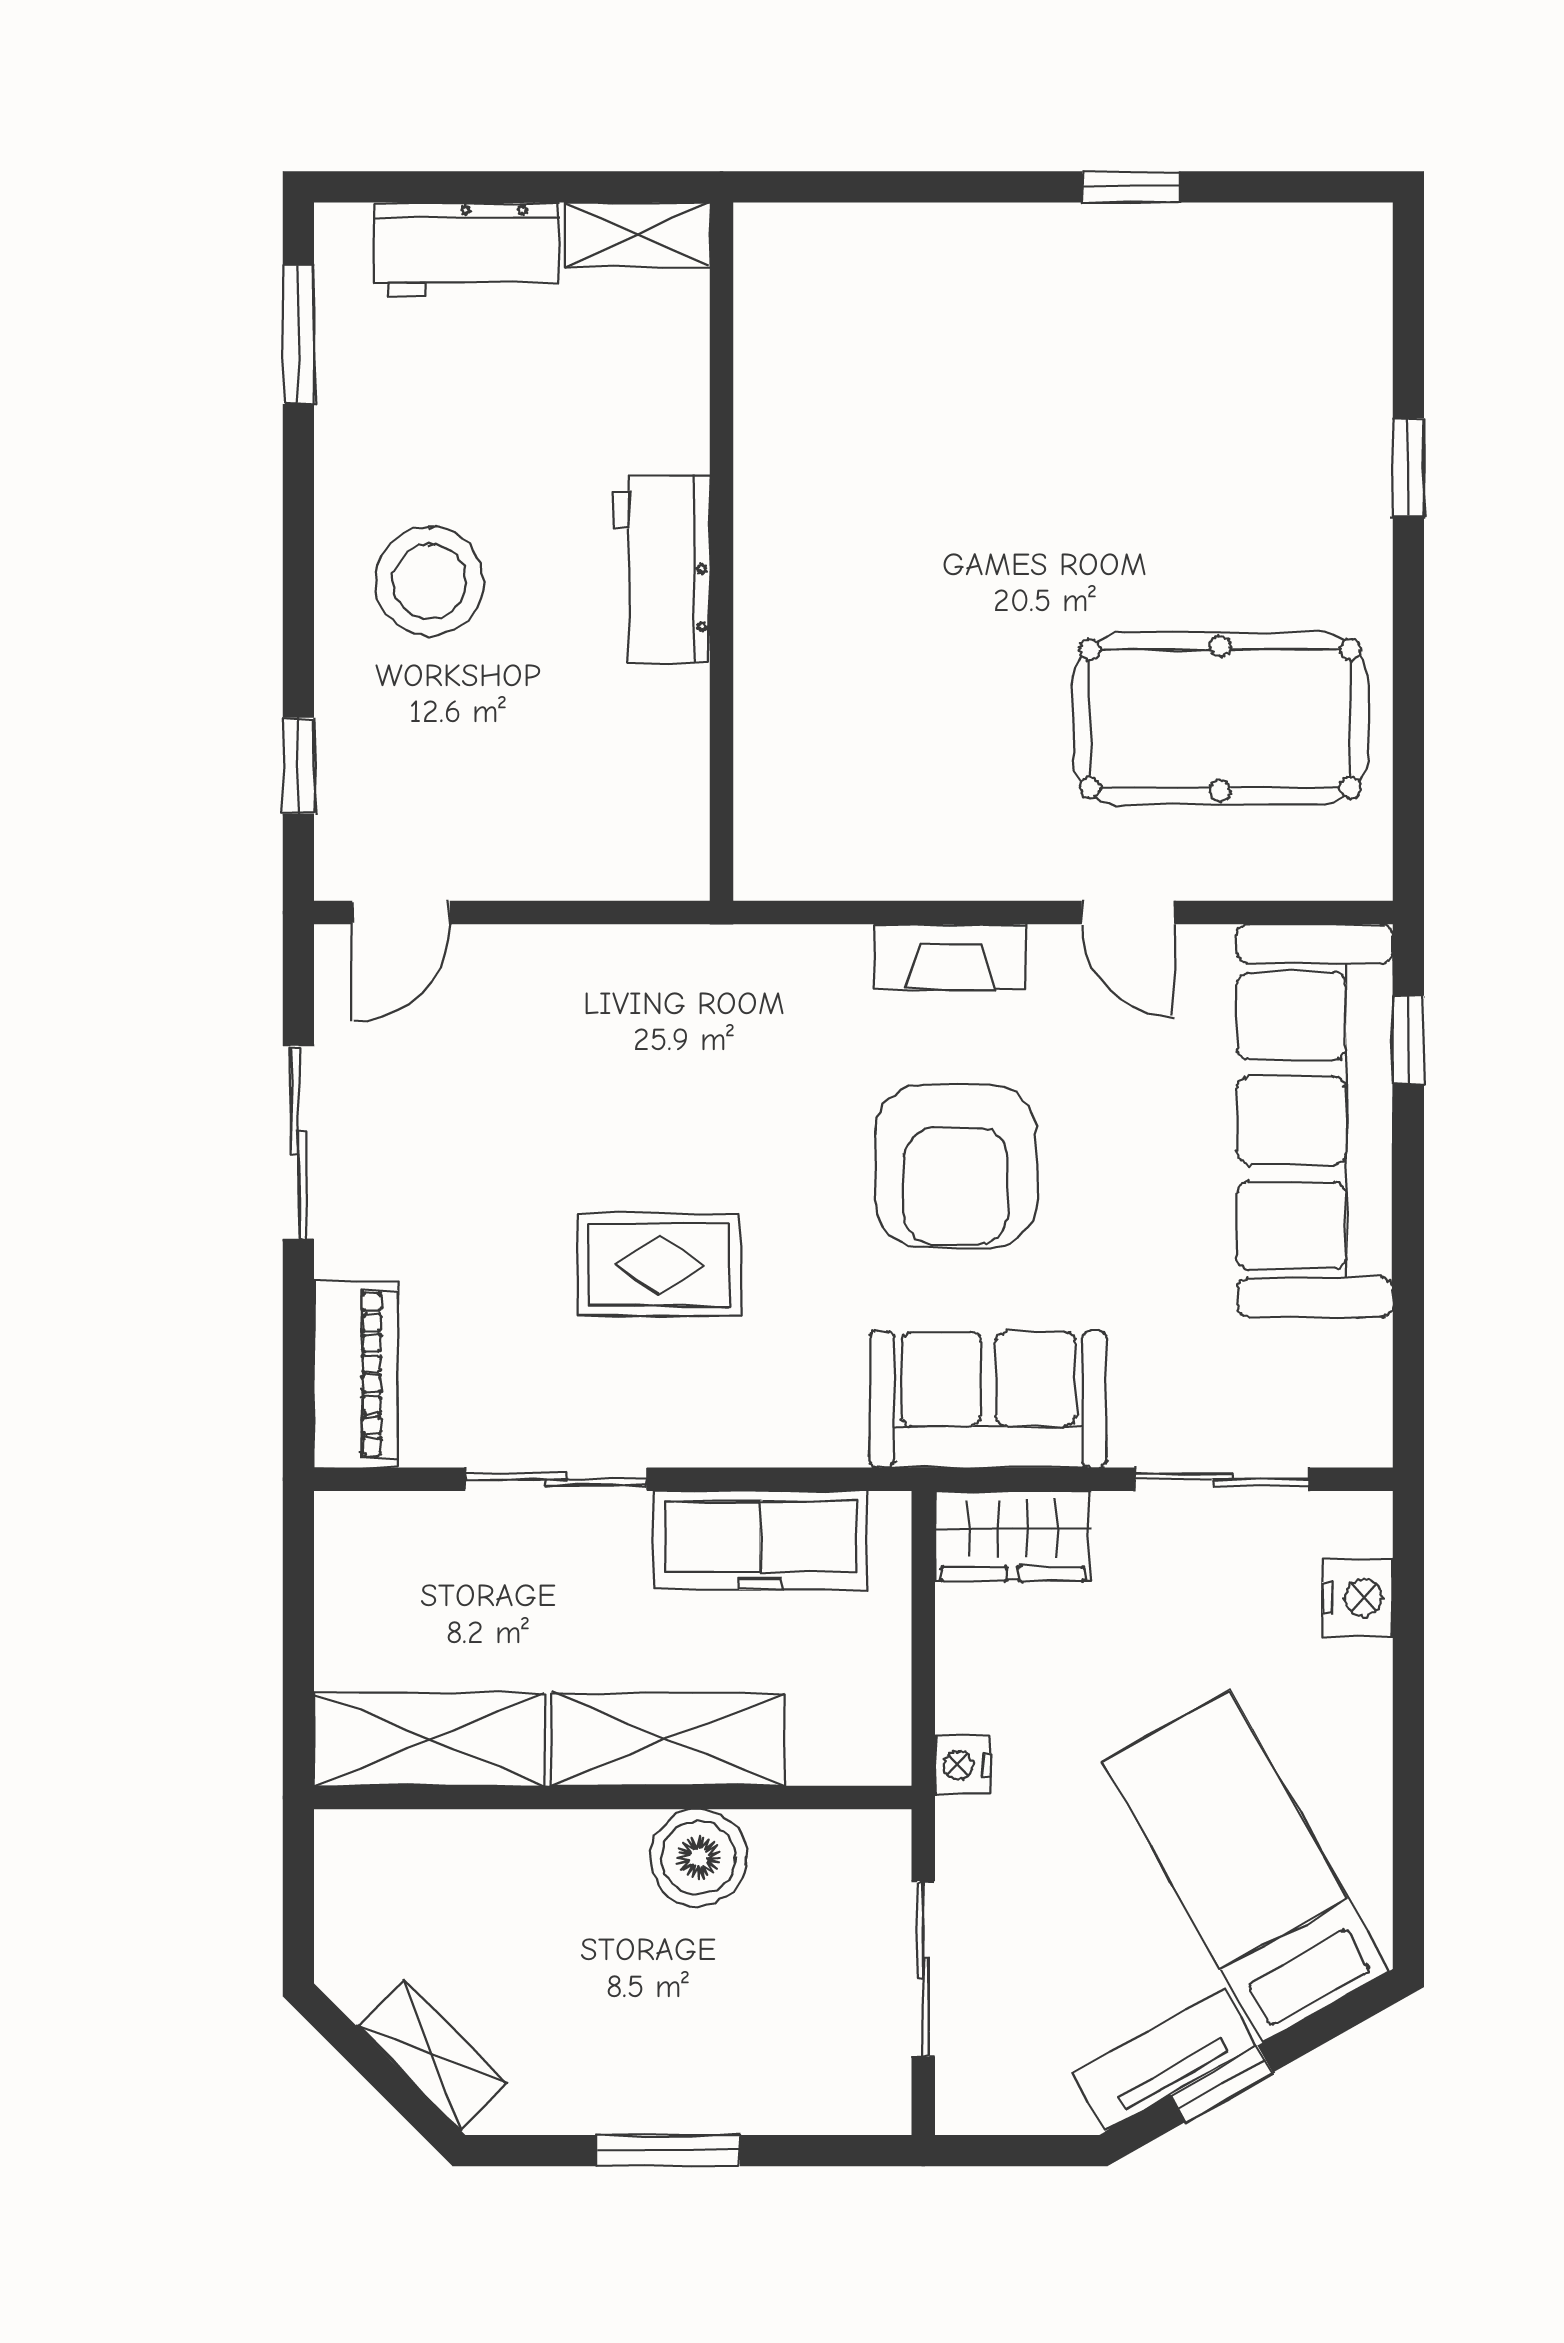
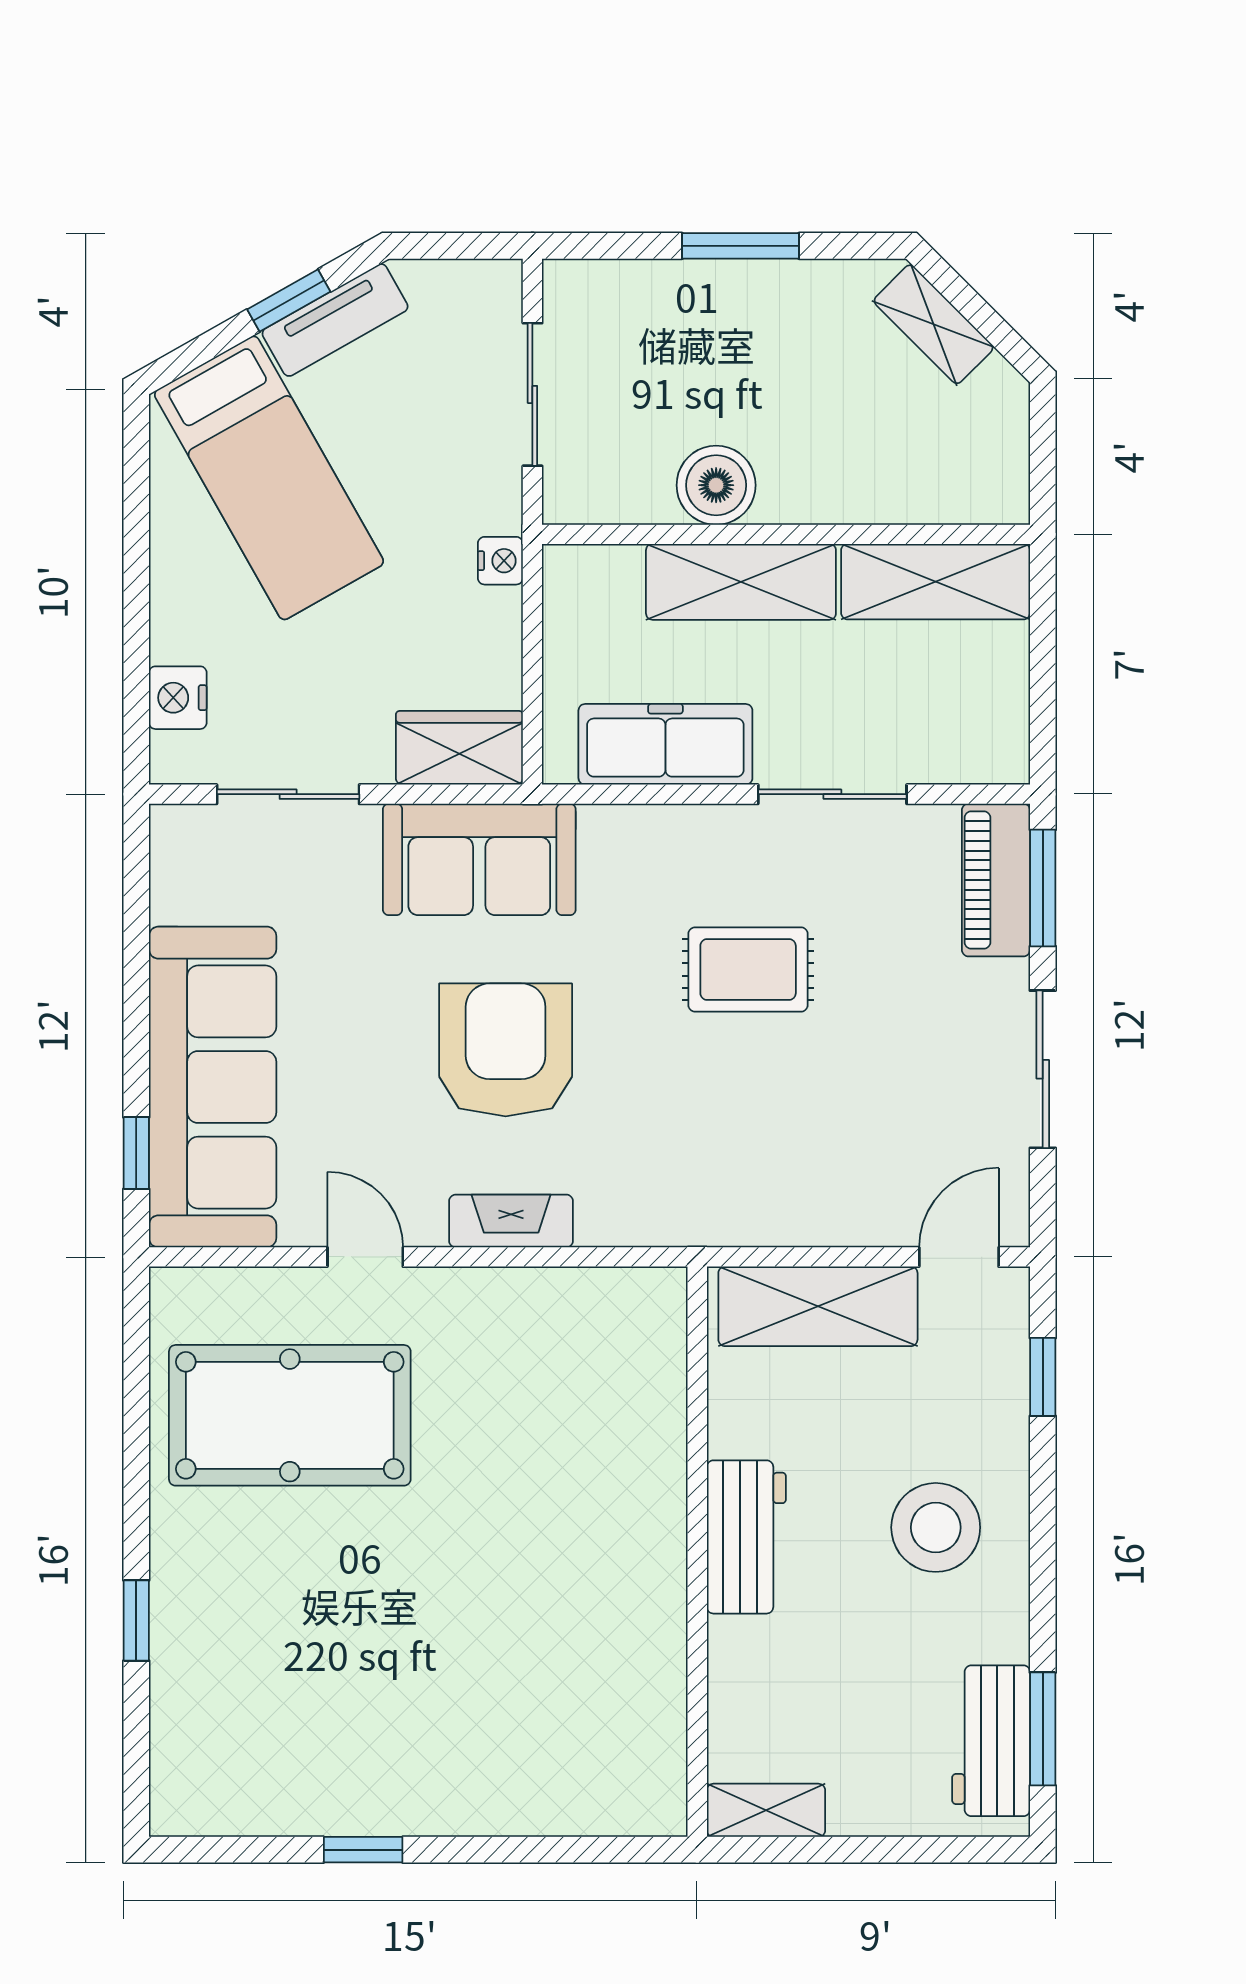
workbench: (466, 250) -> (991, 1741), moved, turned -90
shelving: (574, 852) -> (818, 1306), added
window: (298, 1364) -> (1043, 888), added

